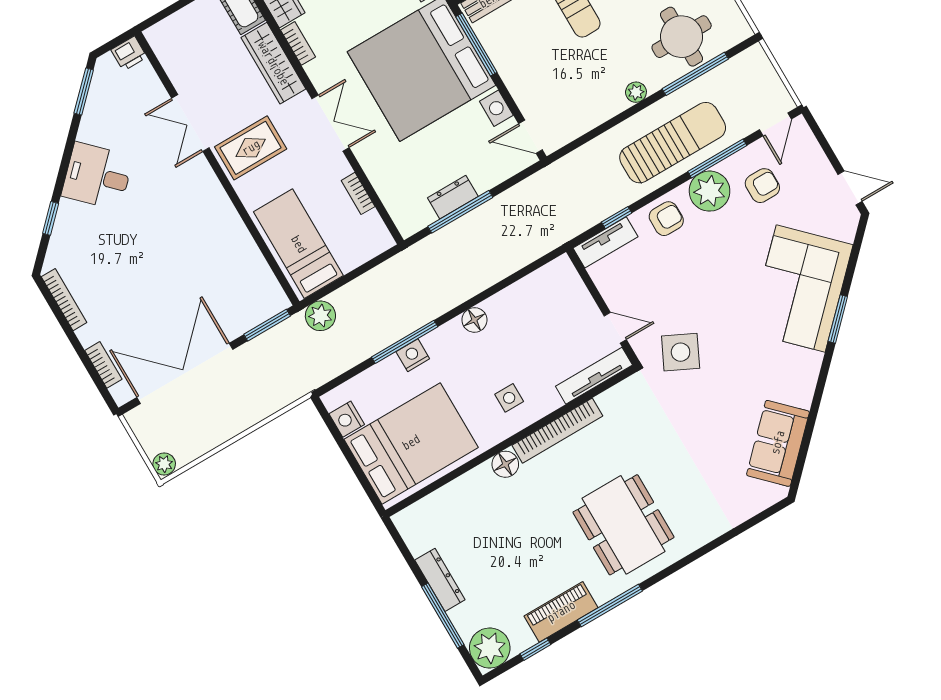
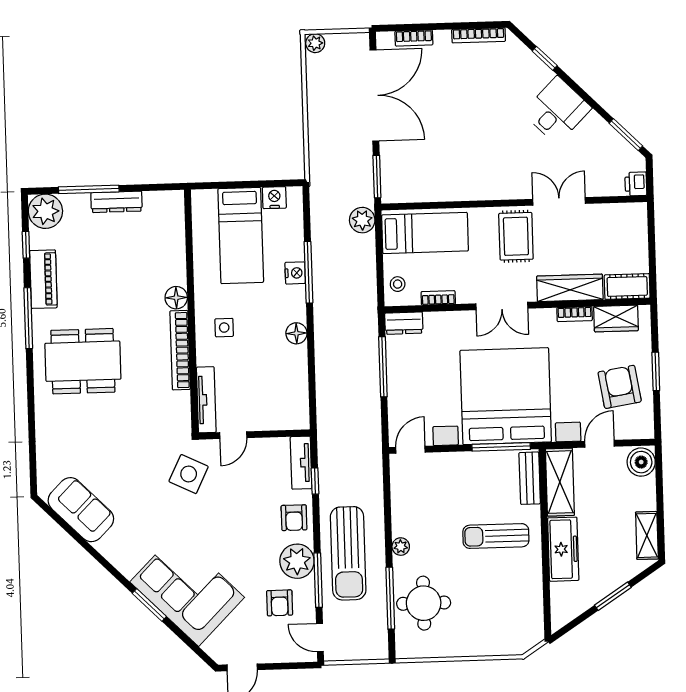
dresser: (453, 197) -> (404, 323), moved, turned 90
stool: (367, 243) -> (398, 284), added
bed: (411, 443) -> (241, 235), width x0.67

